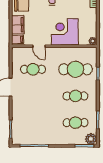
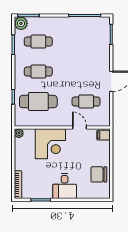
filing cabinet: (18, 25) -> (103, 152), removed

